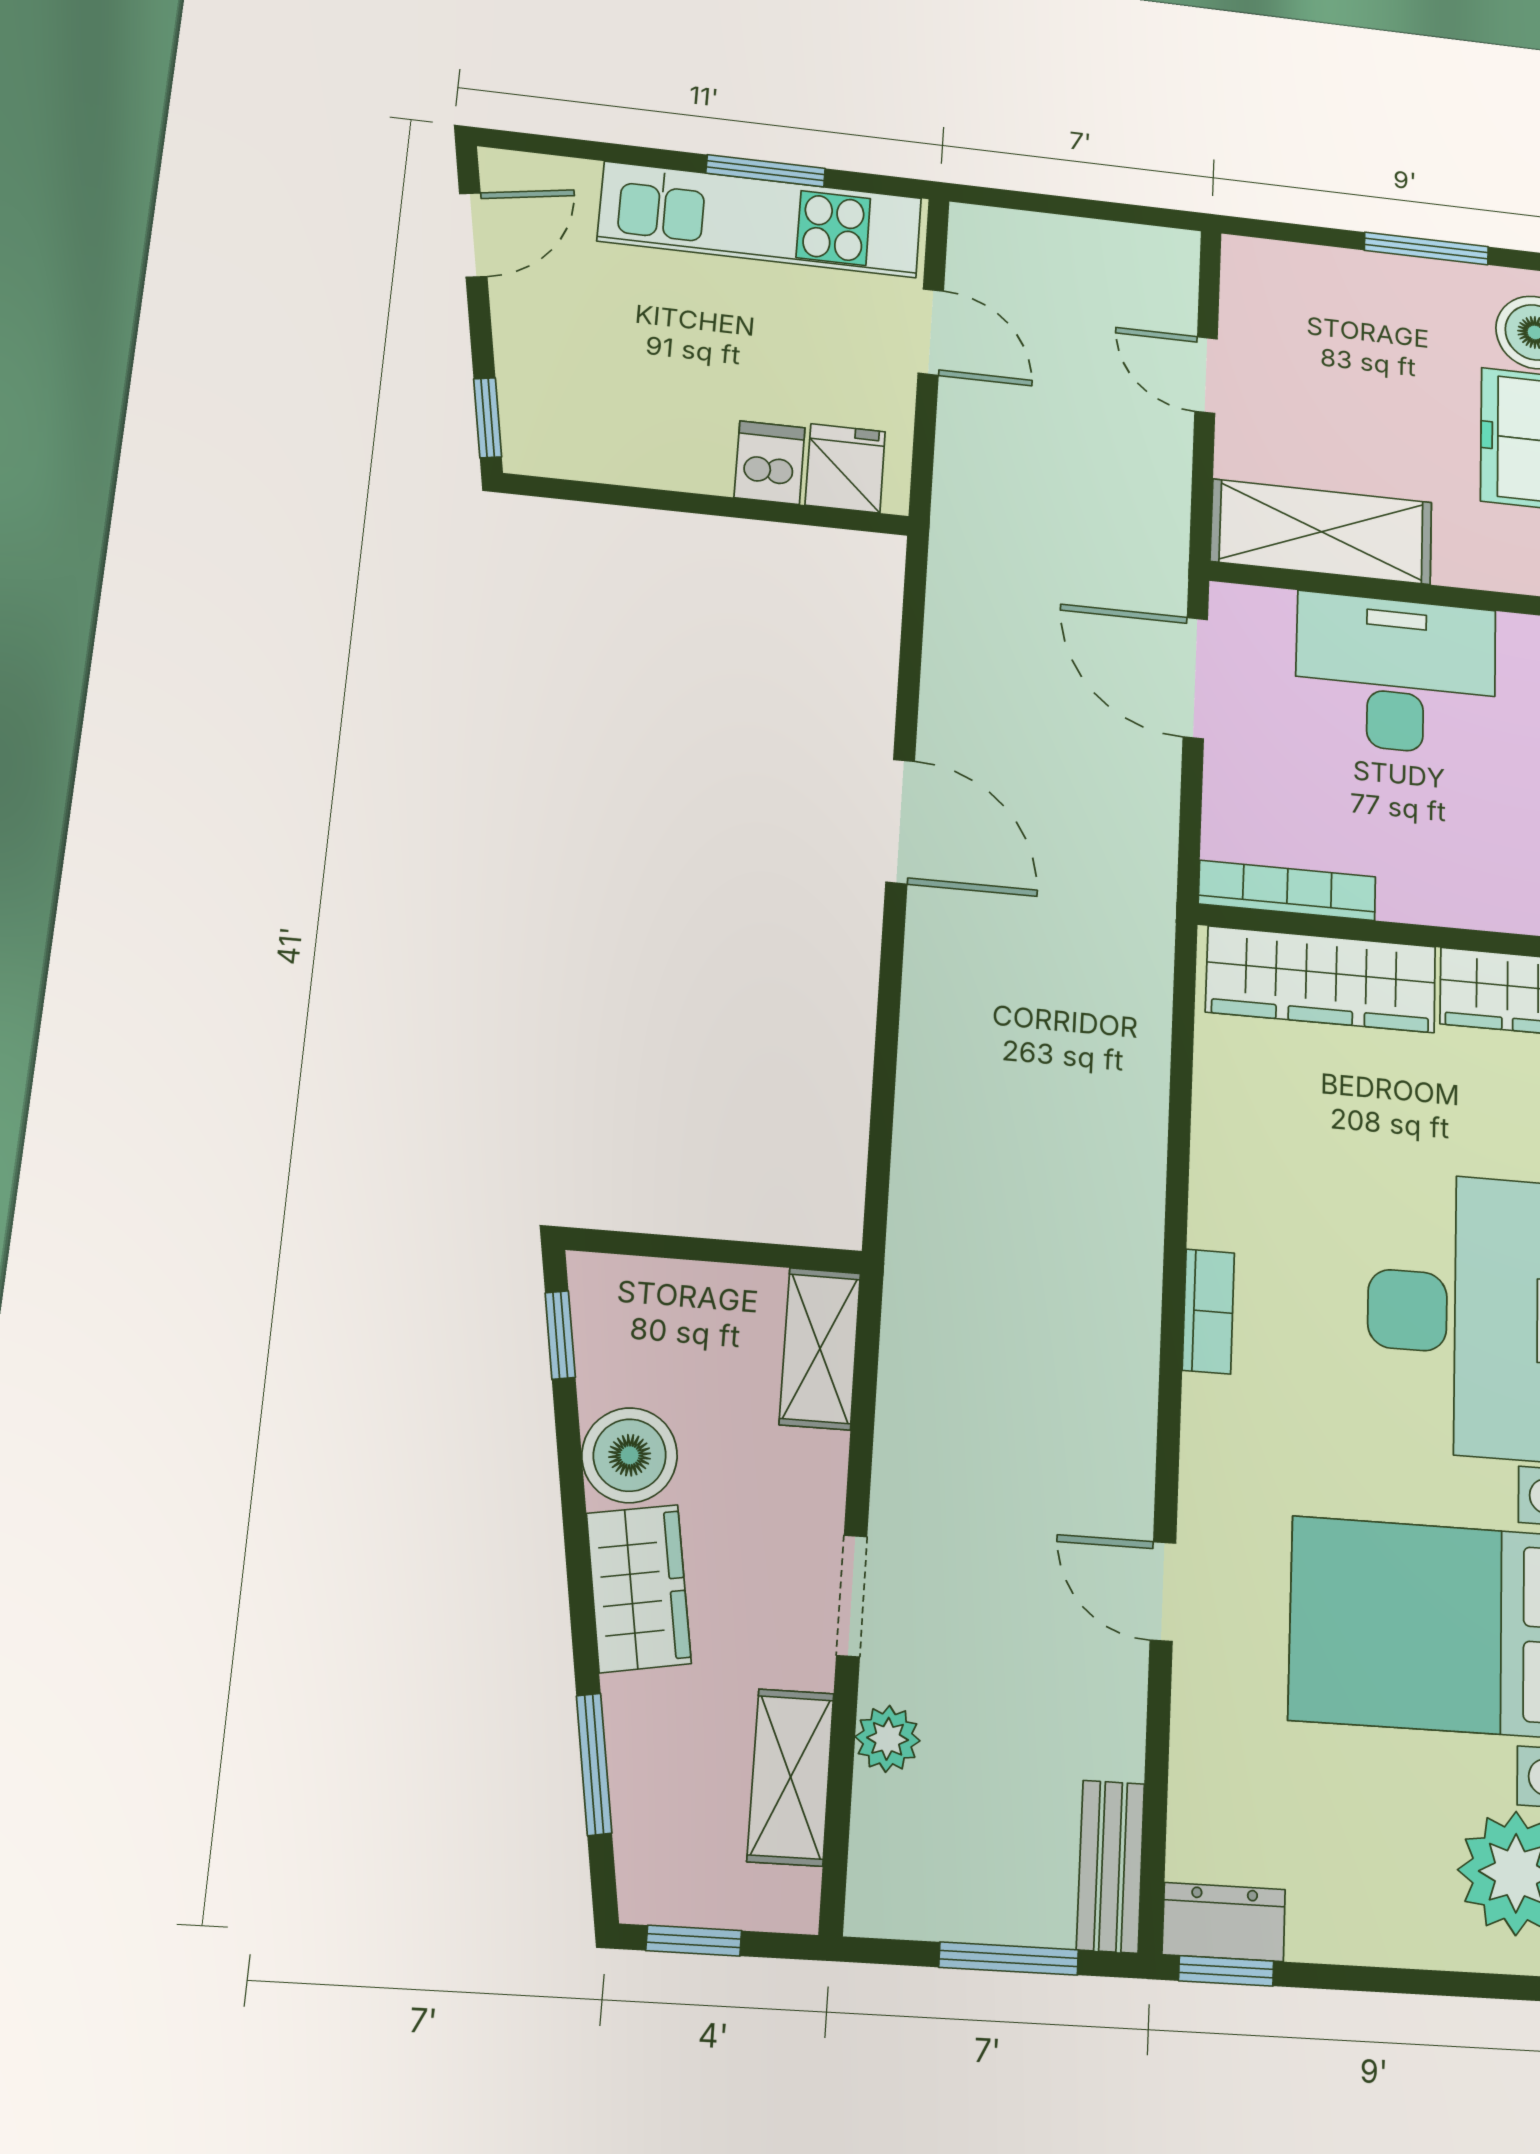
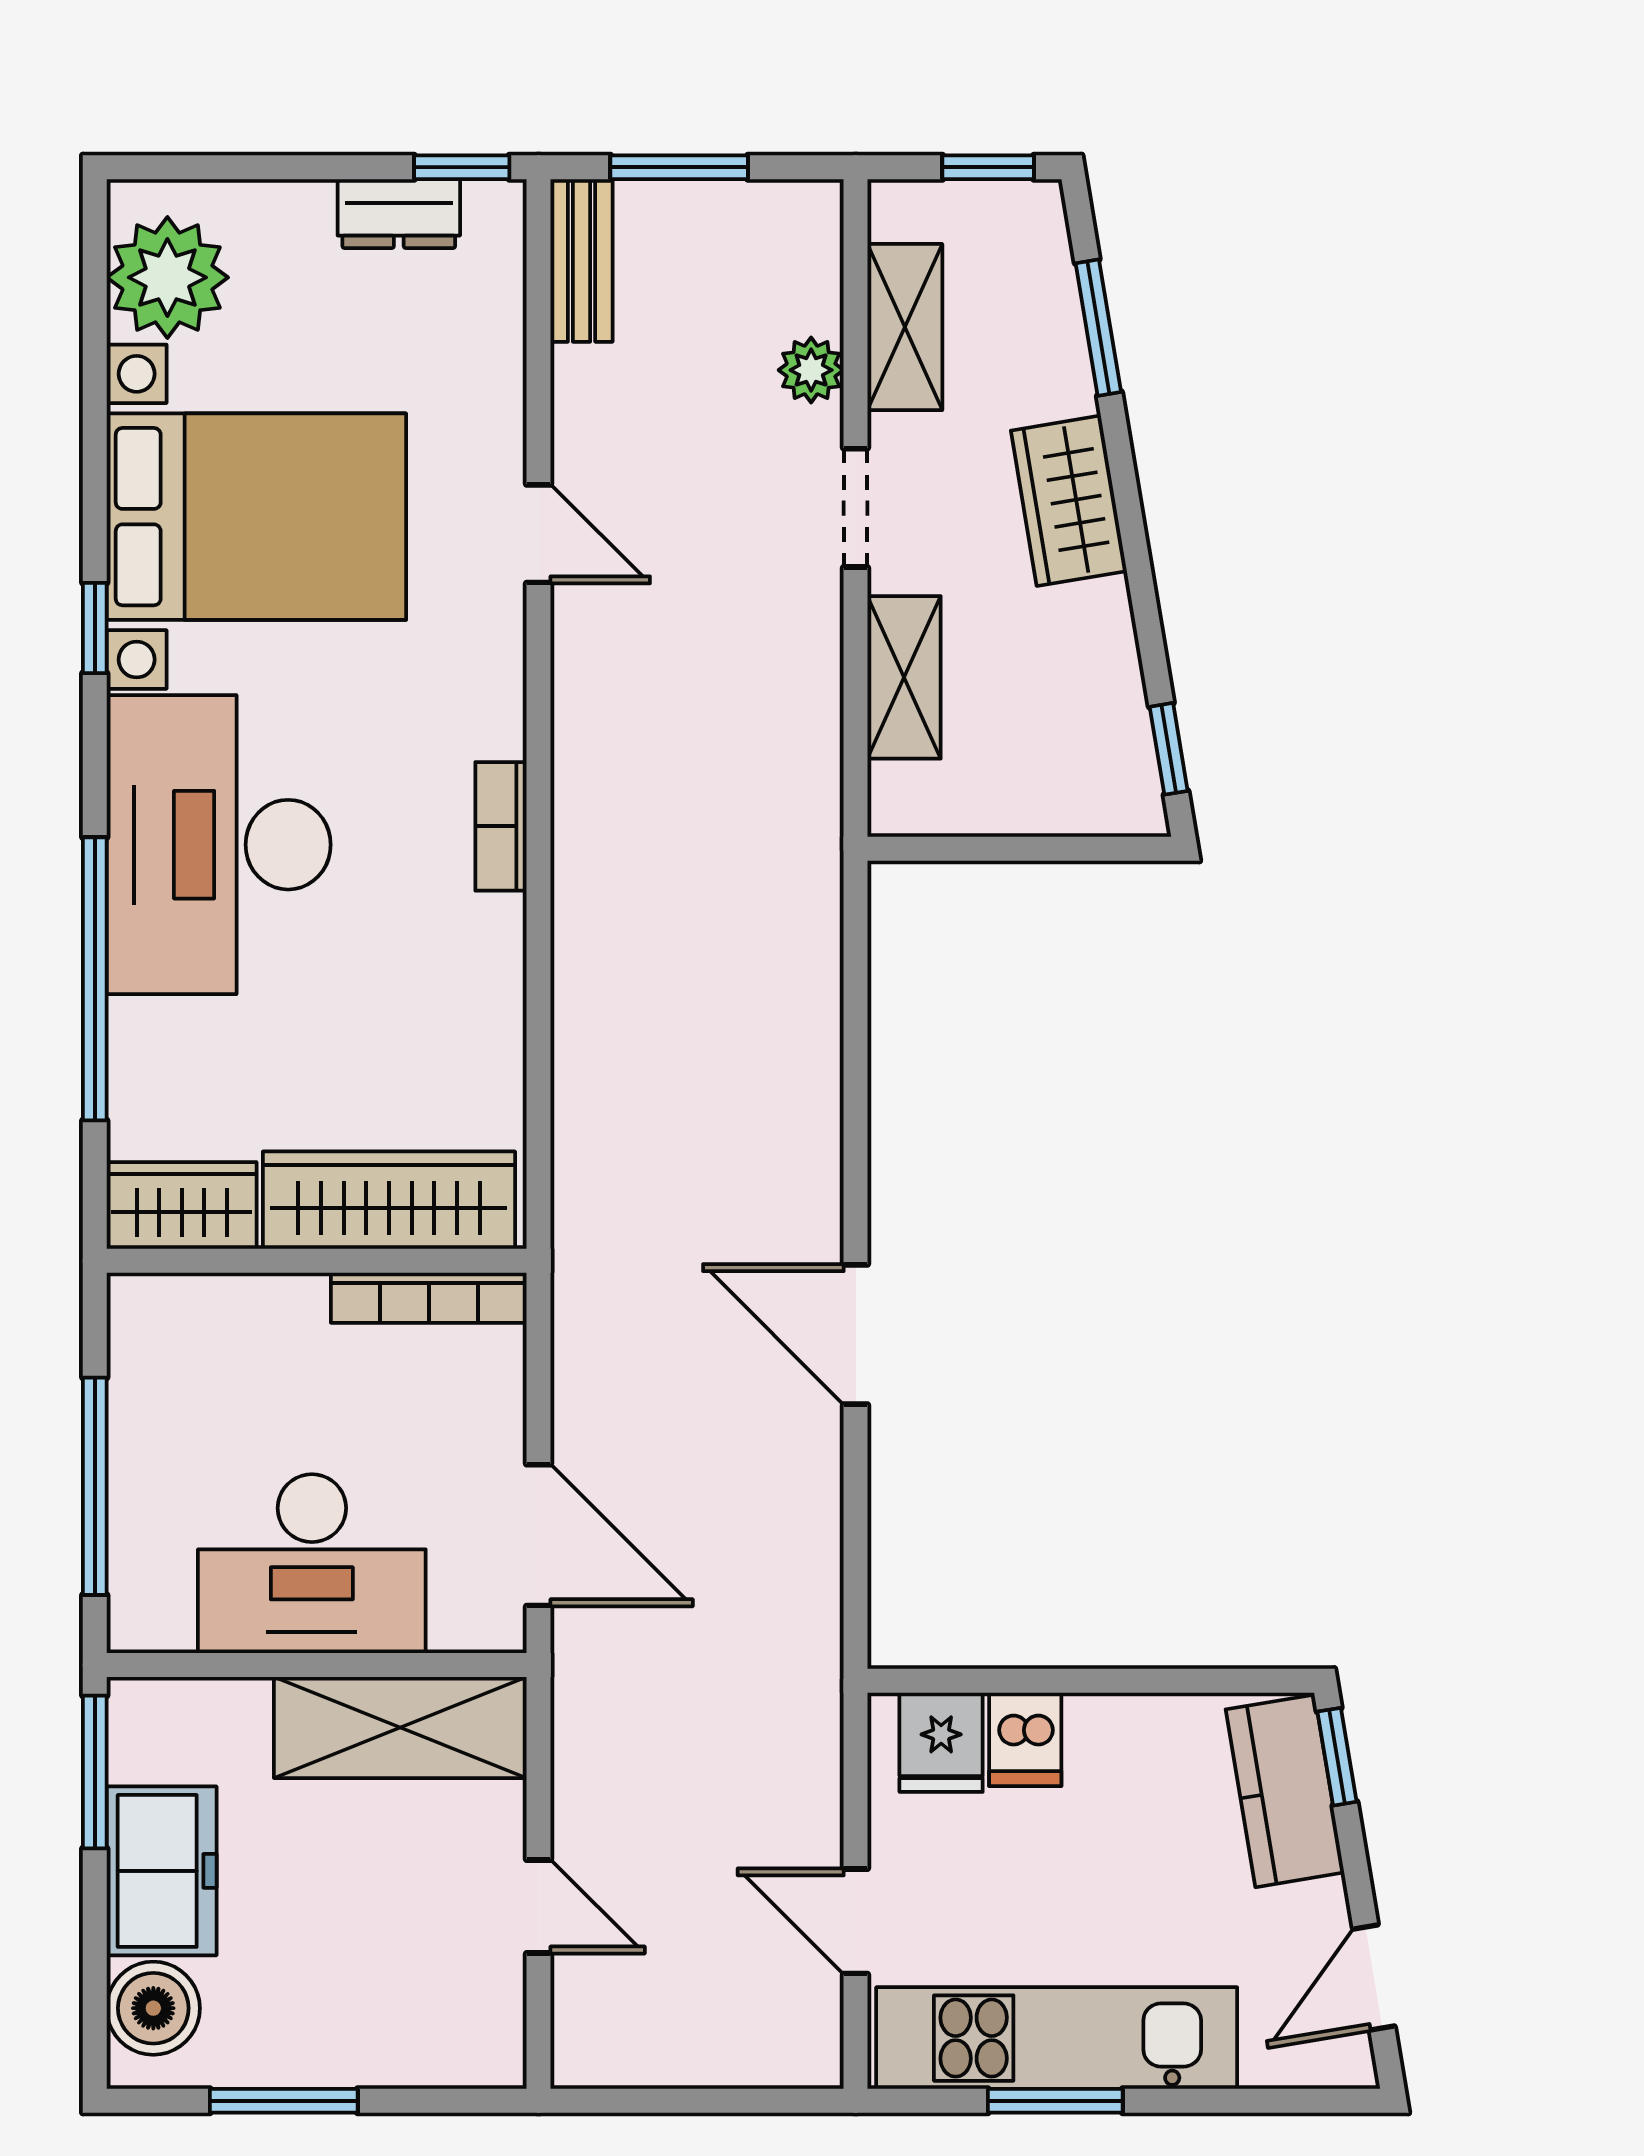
kitchen counter: (538, 395) -> (1285, 1791), added
shelving: (820, 1349) -> (904, 677), moved
boiler: (630, 1455) -> (1089, 632), removed
dresser: (1224, 1922) -> (399, 214), moved

